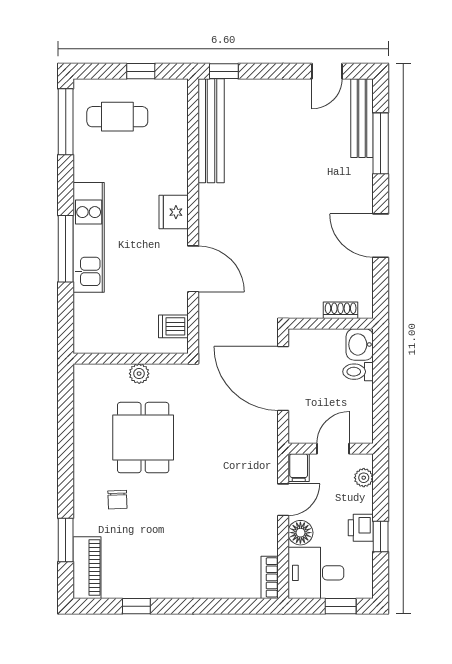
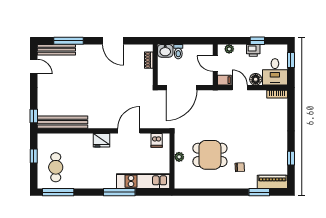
door: (381, 236) -> (113, 41), hinge flipped
kitchen unit: (89, 237) -> (143, 181), moved

